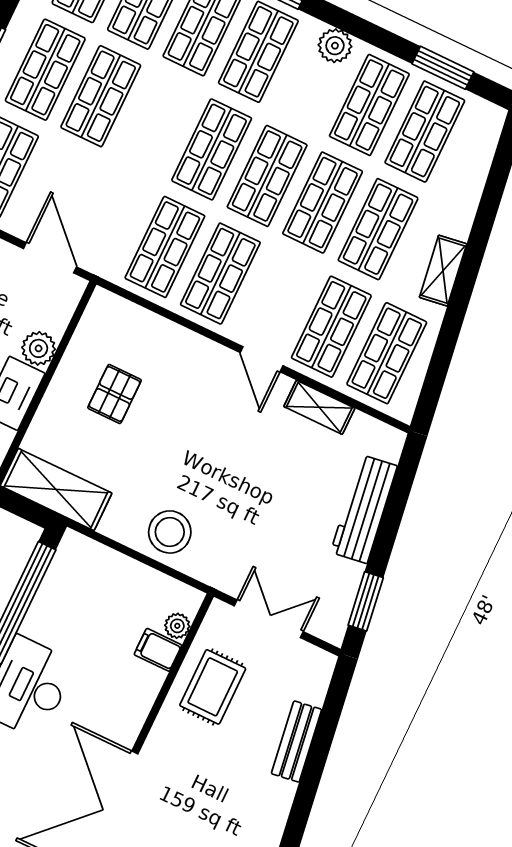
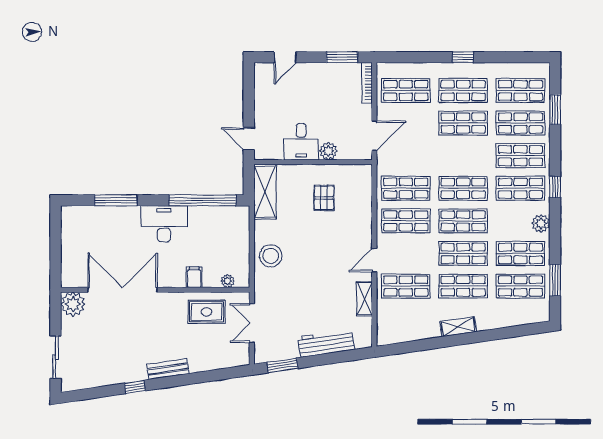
shop shelf: (387, 353) -> (406, 319), removed
pallet: (115, 394) -> (324, 198), turned 90
double door: (269, 619) -> (252, 323), swing flipped
filing cabinet: (158, 650) -> (194, 277), moved
bench: (297, 742) -> (168, 369), moved

